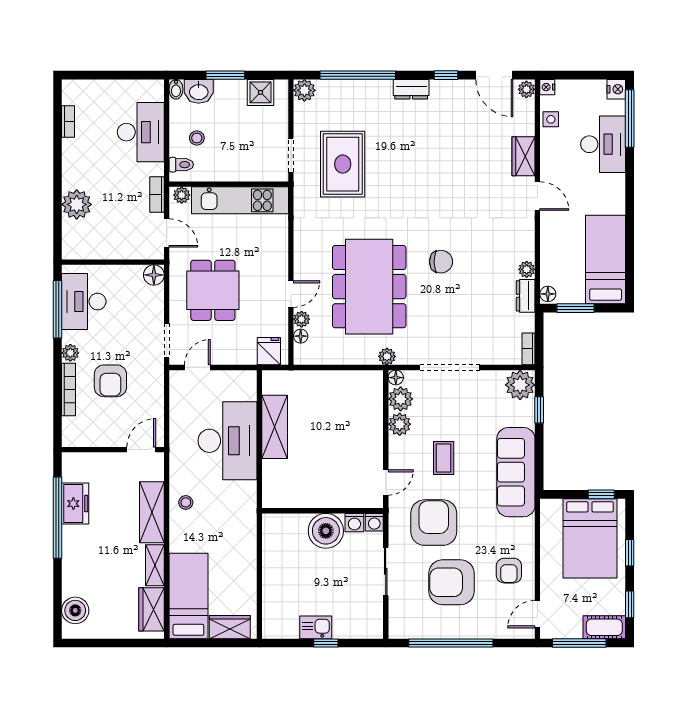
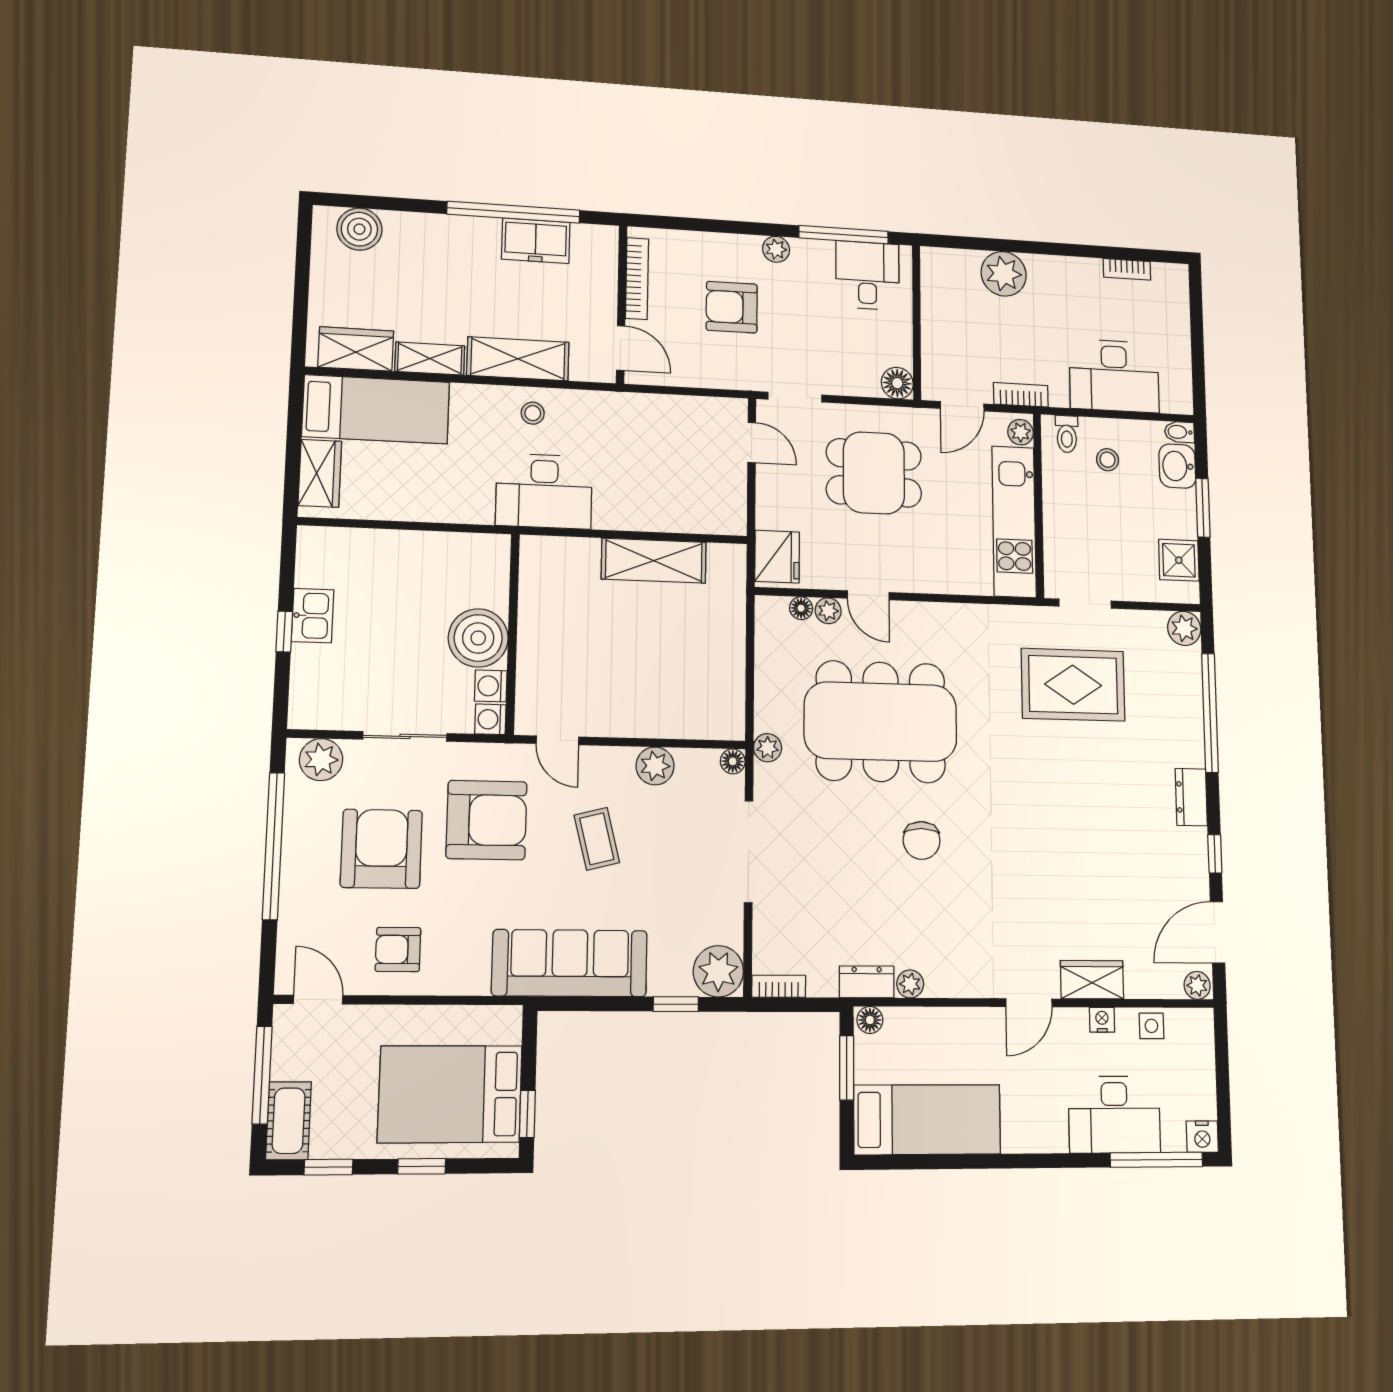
nightstand: (547, 87) -> (1102, 1020), moved
desk: (84, 302) -> (867, 275), width x0.73
fridge: (269, 351) -> (777, 557), width x1.38
bookcase: (69, 390) -> (637, 279), moved, turned -90
plant: (401, 399) -> (321, 760), moved
desk: (227, 441) -> (544, 491), moved, width x0.73, depth x0.77
coffee table: (444, 458) -> (597, 839), turned 76

